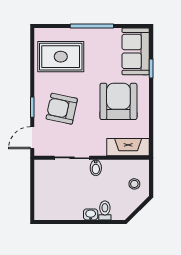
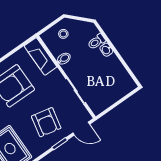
bidet: (96, 168) -> (64, 59), moved

